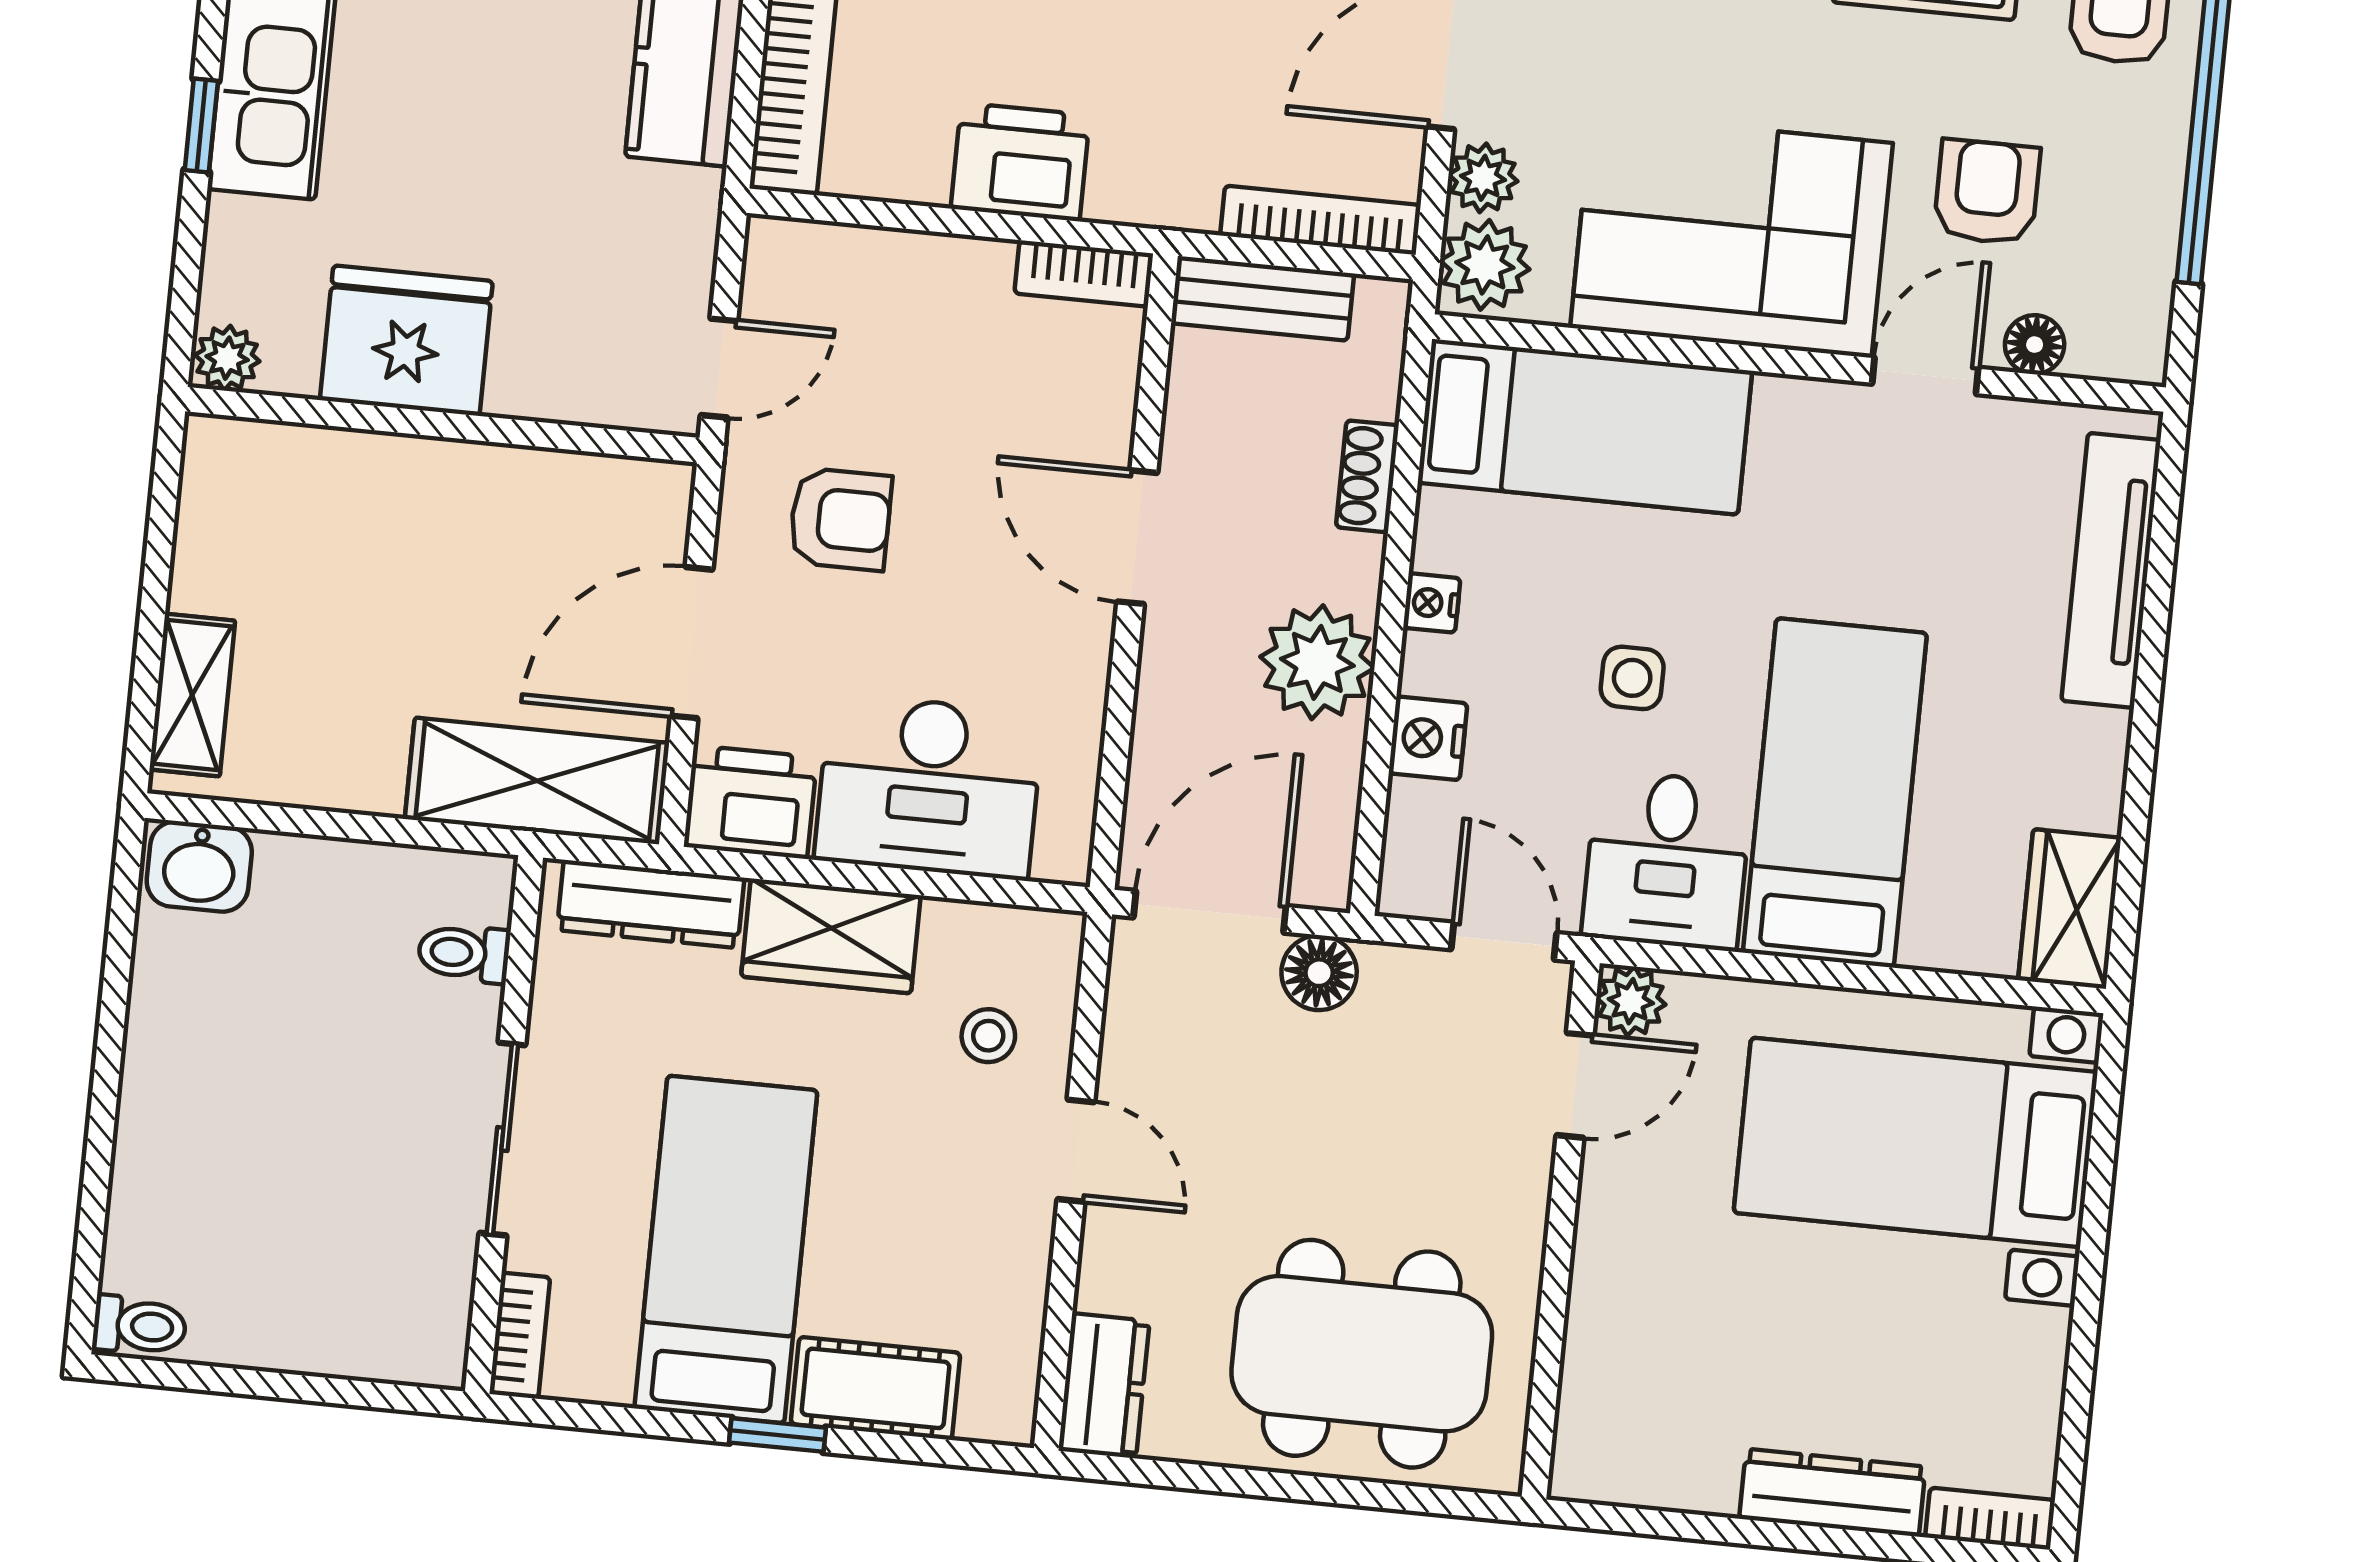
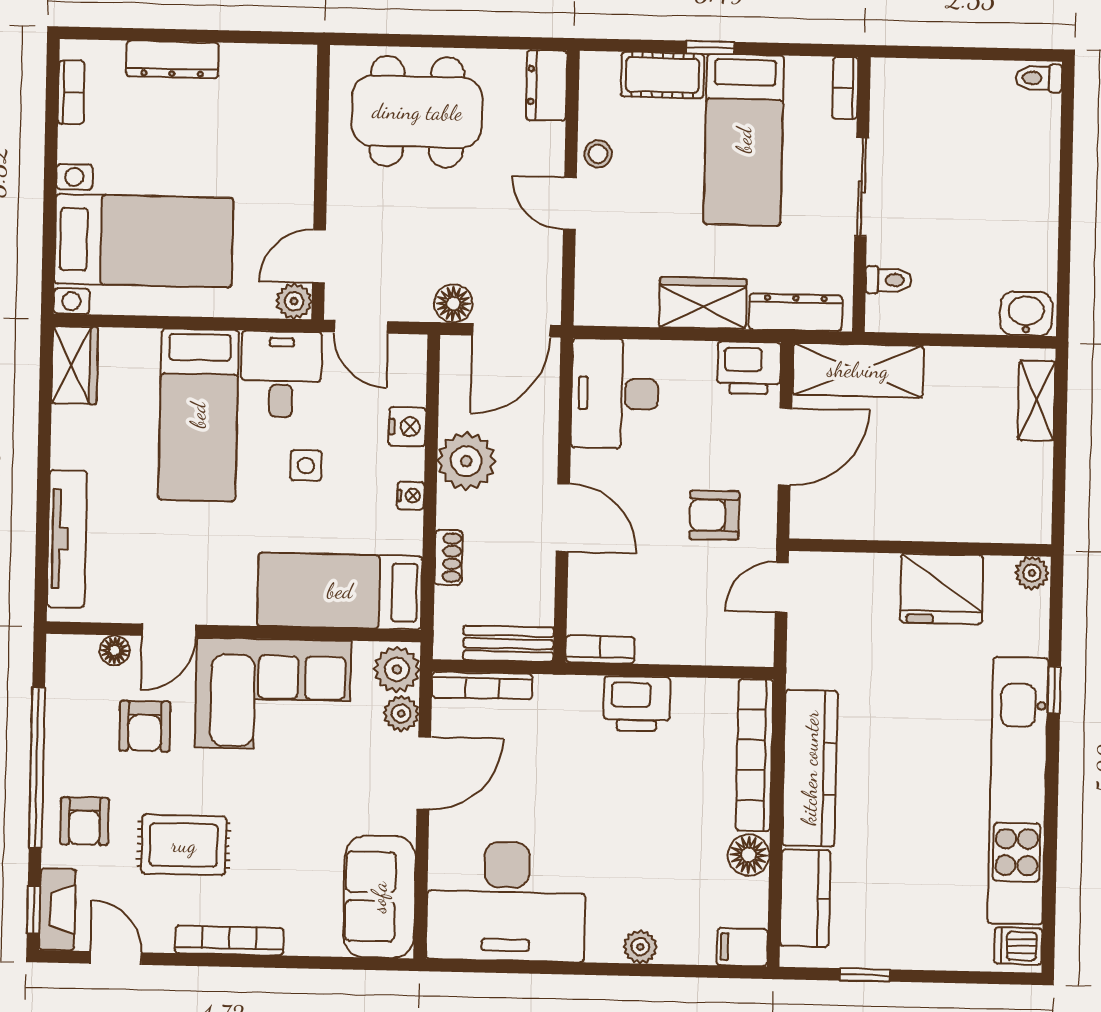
desk: (929, 786) -> (615, 394), moved, turned -90
stool: (988, 1036) -> (598, 154), moved
bookcase: (1990, 1519) -> (71, 92), moved, turned -90

